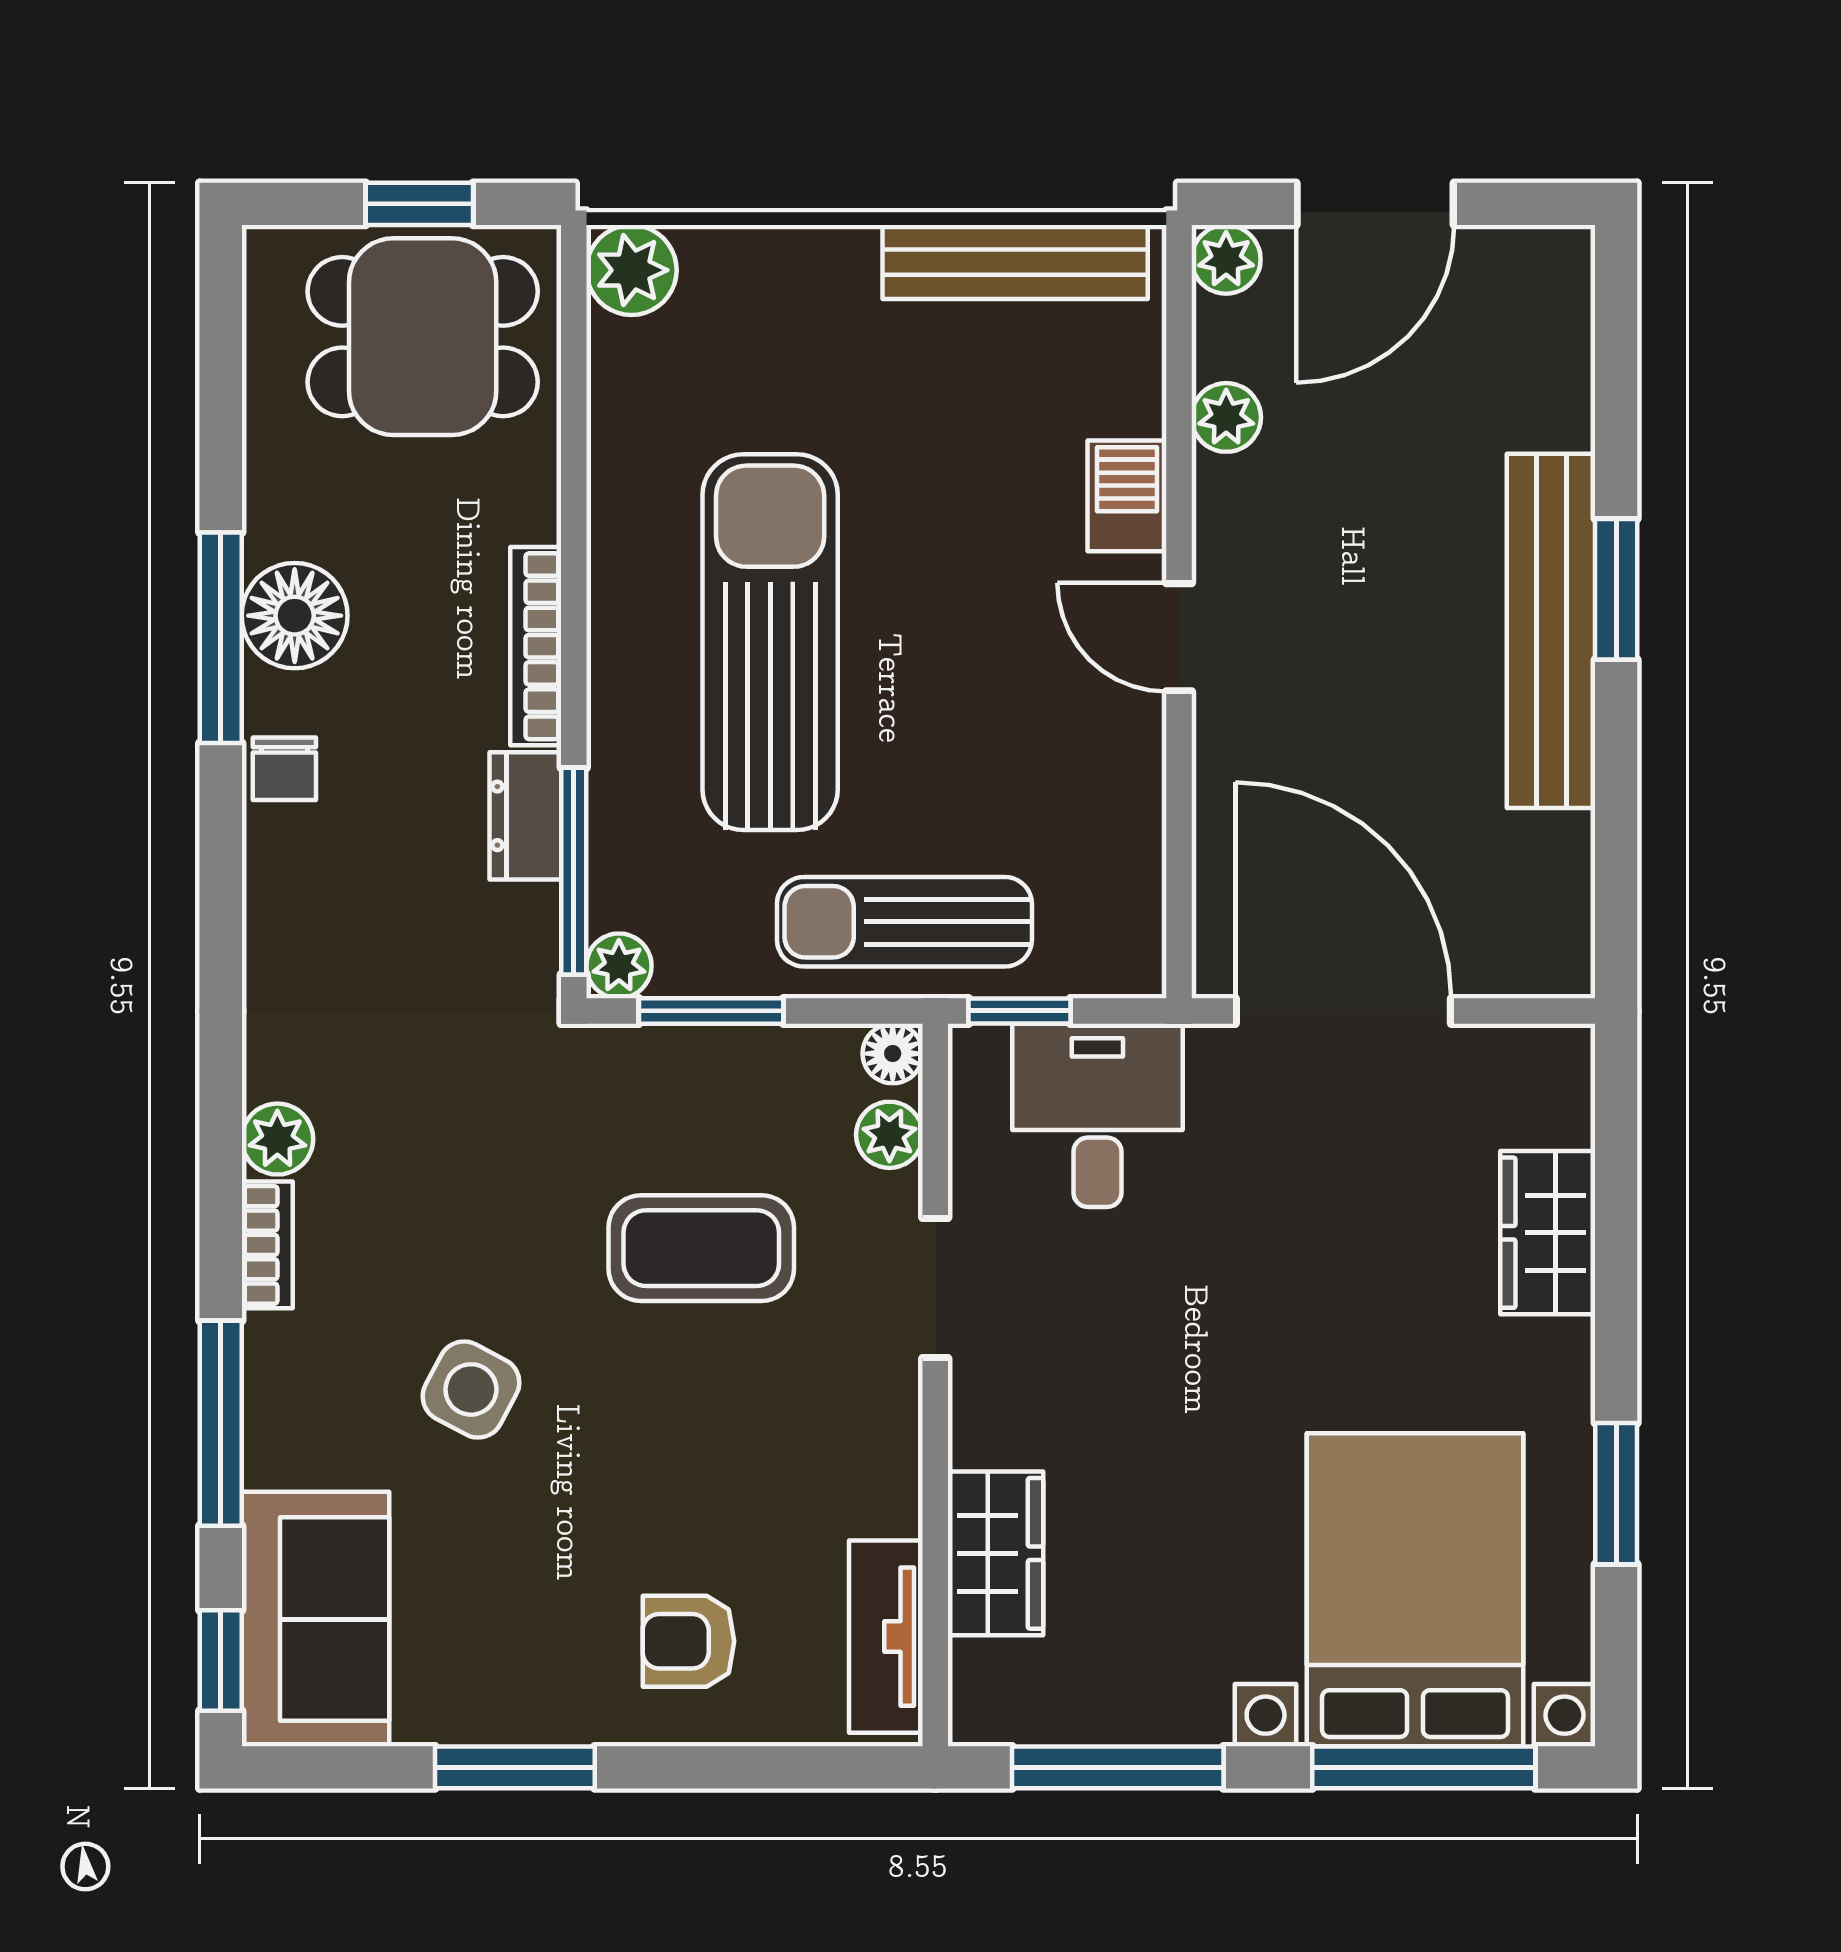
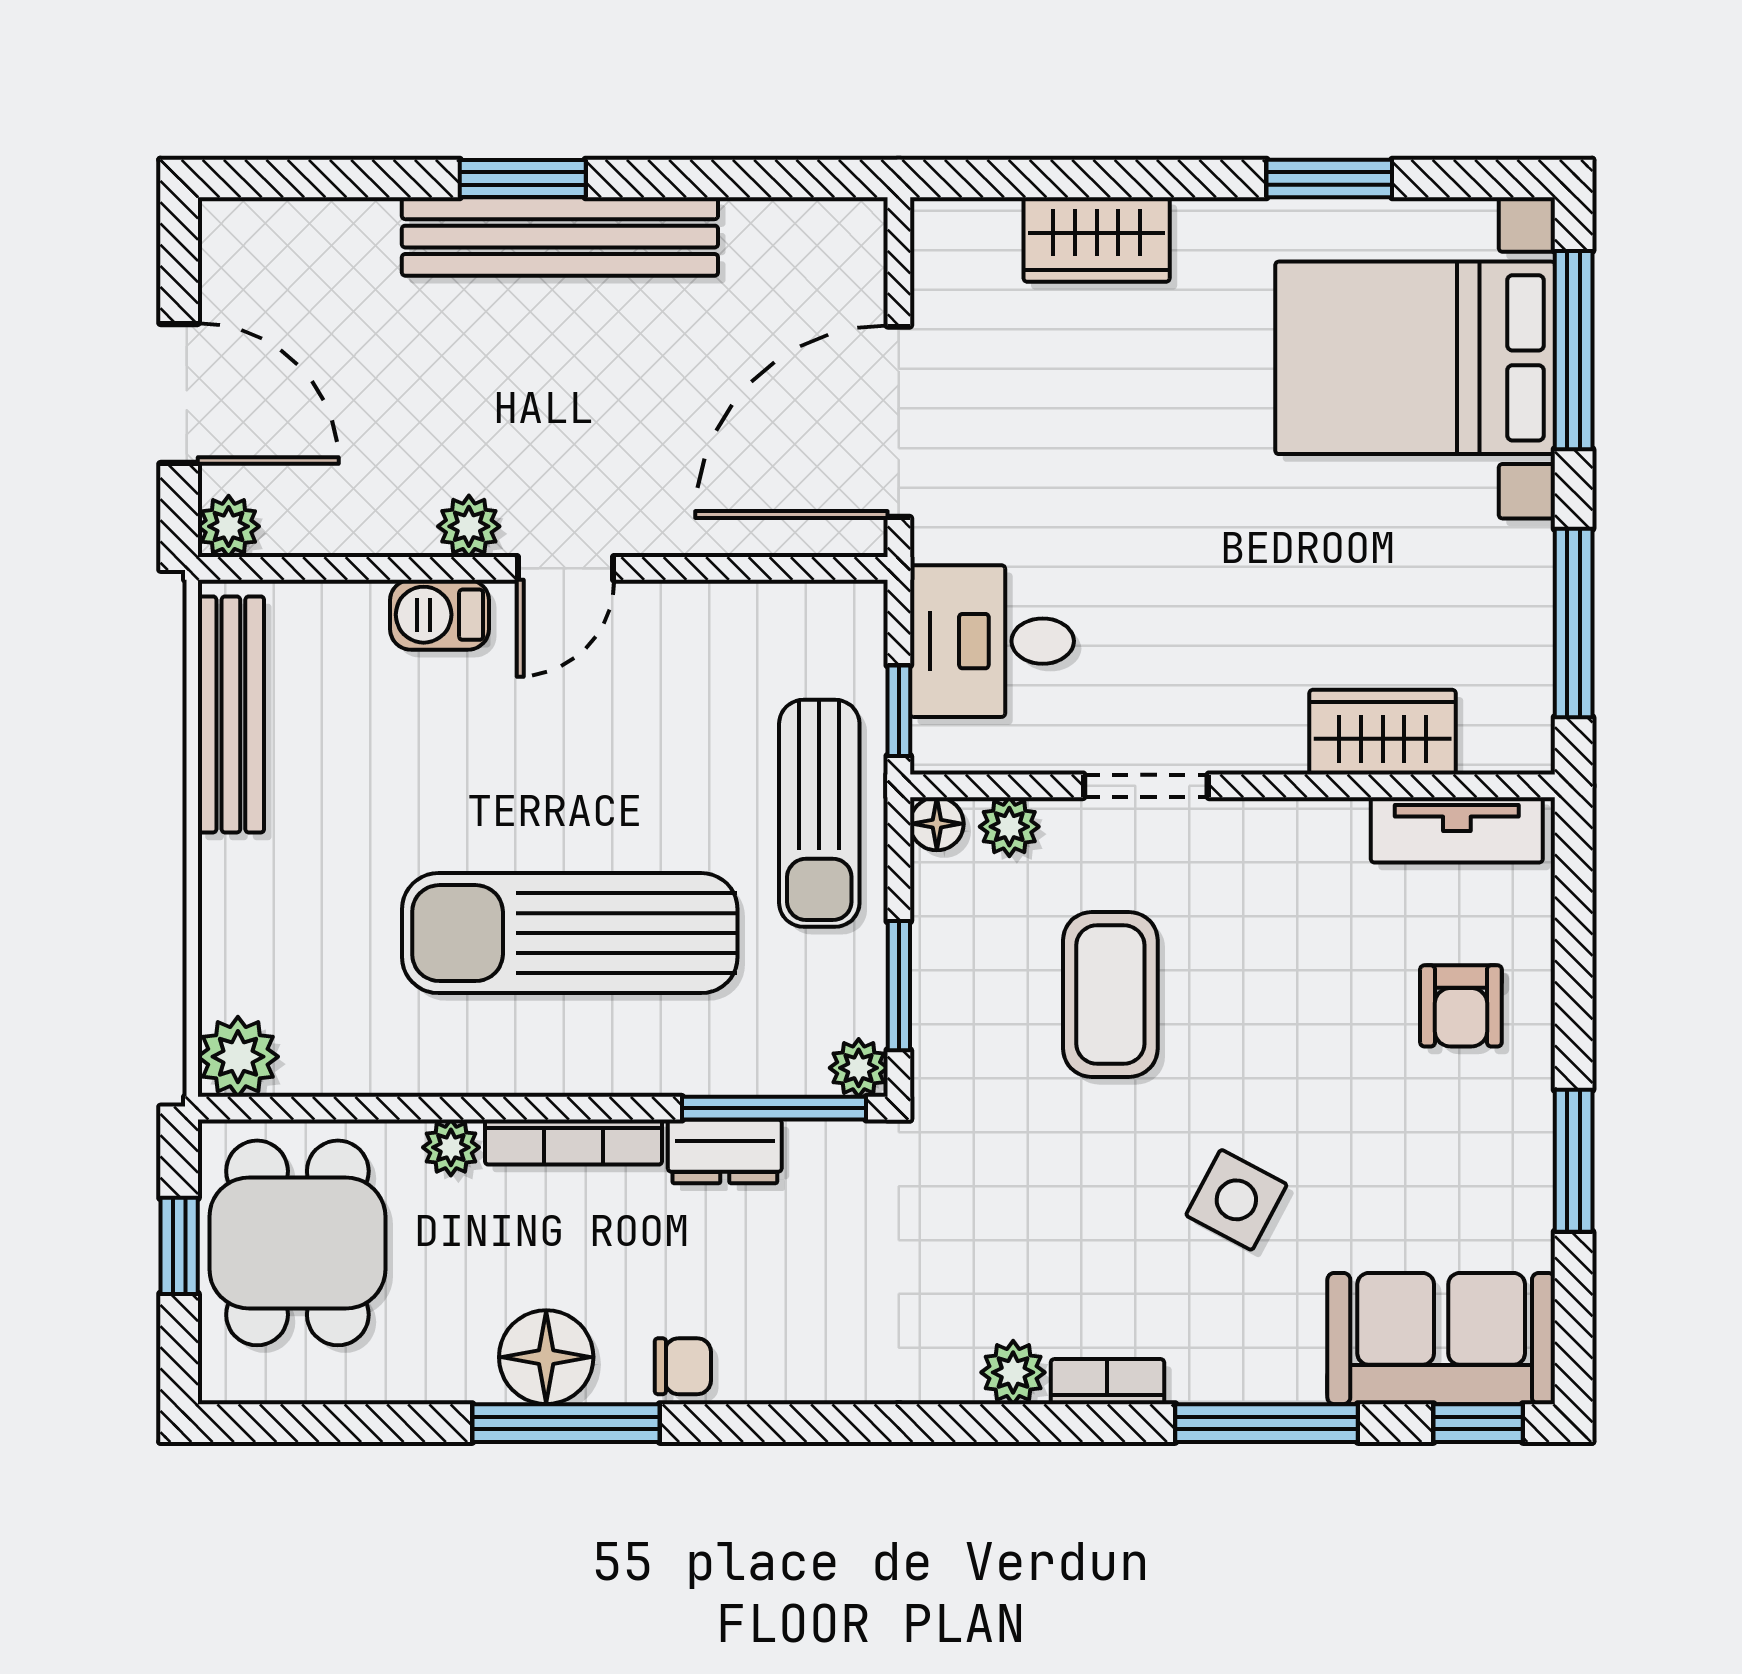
plant: (1226, 417) -> (469, 526), moved
plant: (530, 509) -> (451, 1147), added

